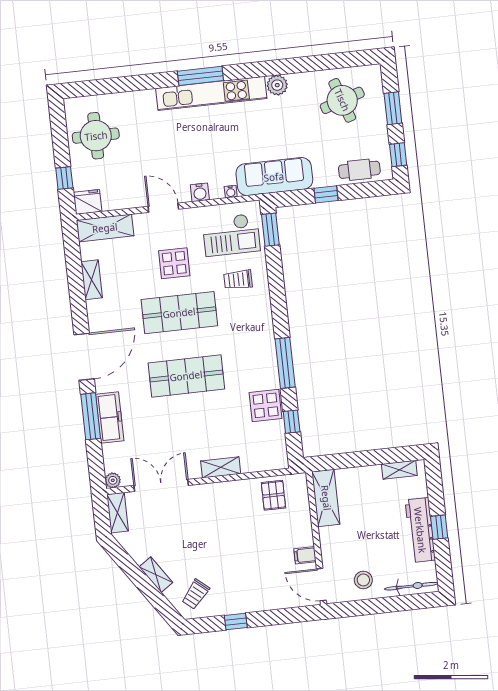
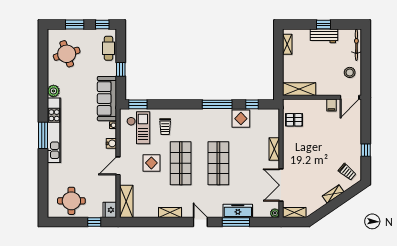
shelving: (92, 280) -> (170, 213), moved
door: (84, 357) -> (200, 222), width x0.53
workbench: (420, 530) -> (324, 36), width x0.73

